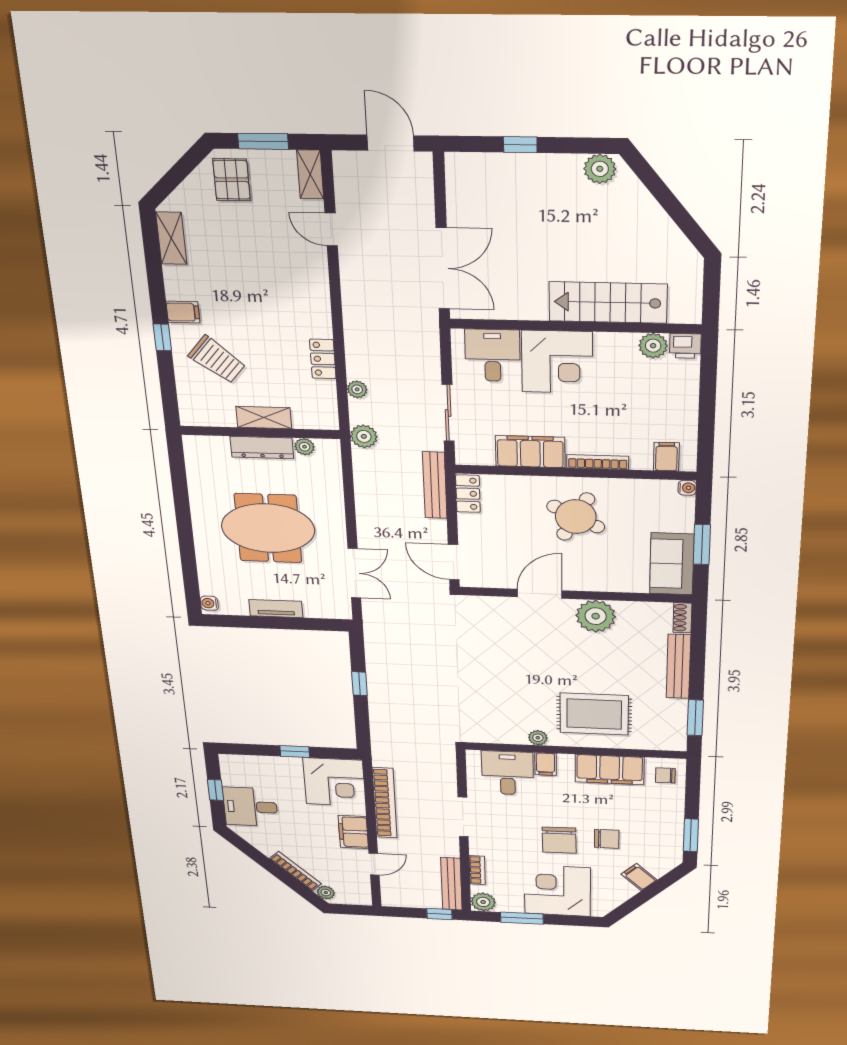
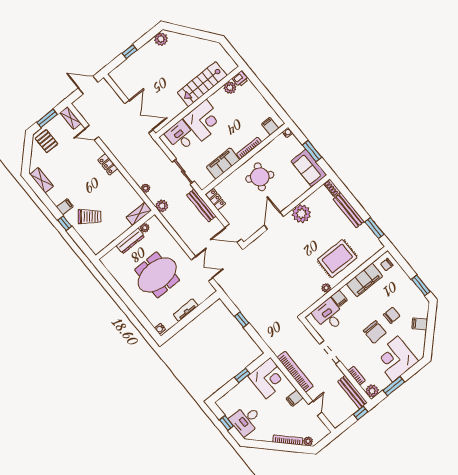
locker: (323, 359) -> (108, 164), moved
shelving: (264, 418) -> (139, 214), moved
filing cabinet: (353, 832) -> (295, 398), width x0.50

